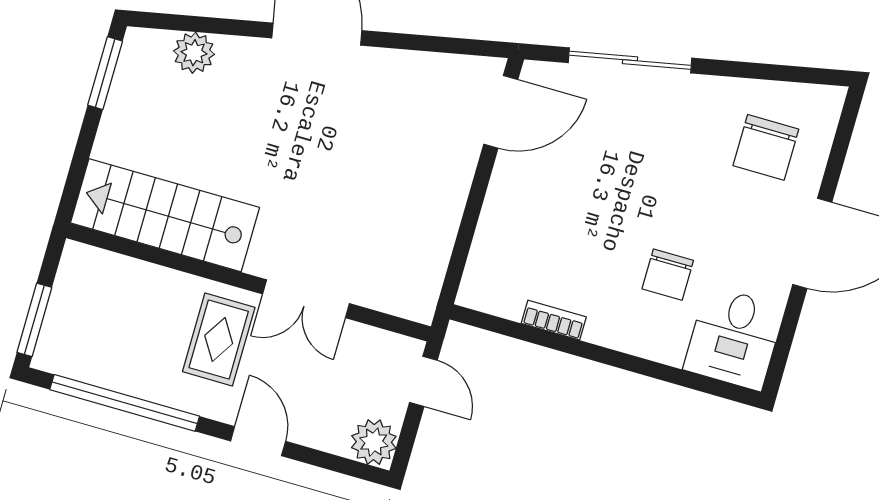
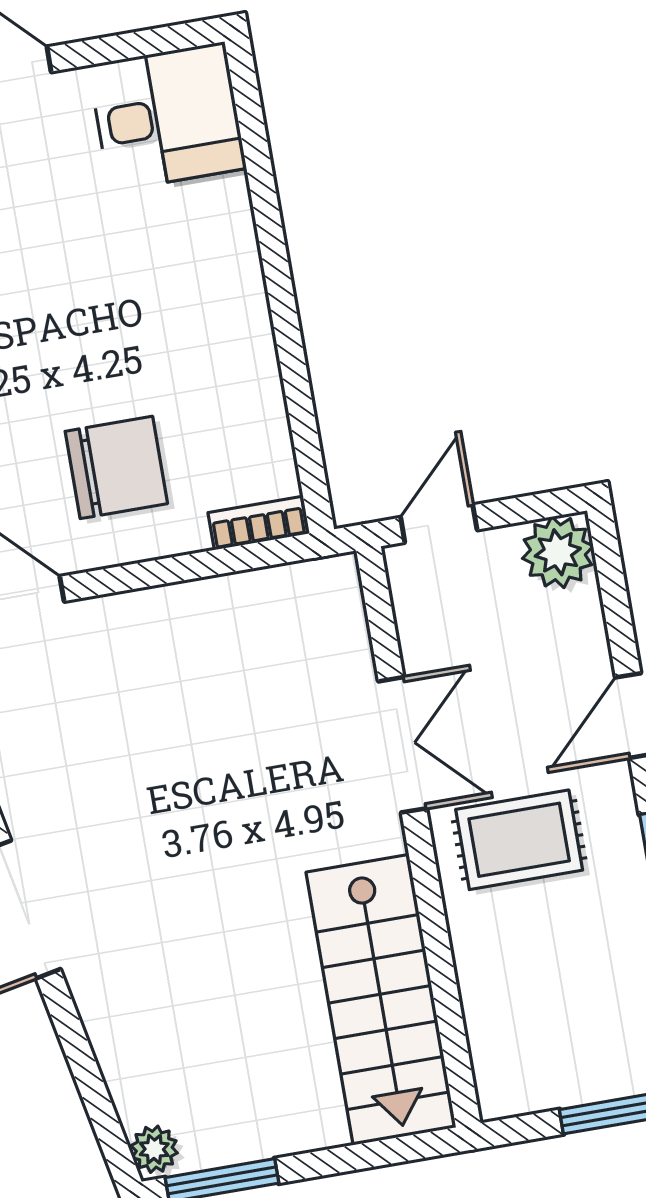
plant: (194, 53) -> (154, 1149), moved, width x0.73, depth x0.73
chair: (668, 275) -> (116, 467), moved, width x1.37, depth x1.37
bookcase: (554, 320) -> (258, 523), moved, turned 90

